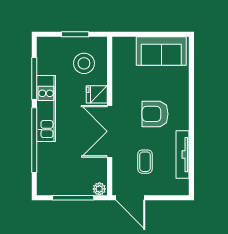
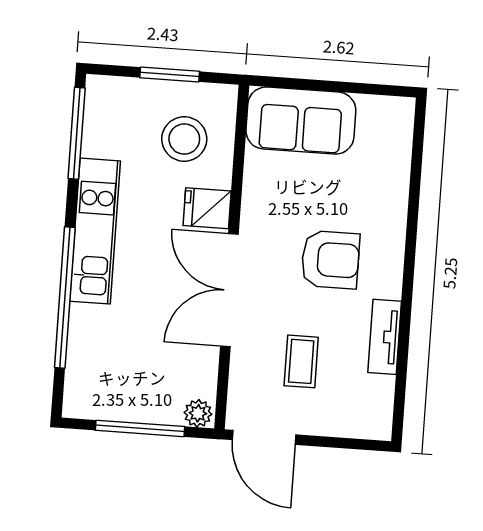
sofa: (161, 51) -> (301, 121), moved
window: (34, 78) -> (77, 133), moved
armchair: (155, 114) -> (330, 260), turned 180
tv unit: (183, 155) -> (385, 337), width x0.71

